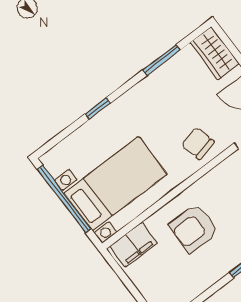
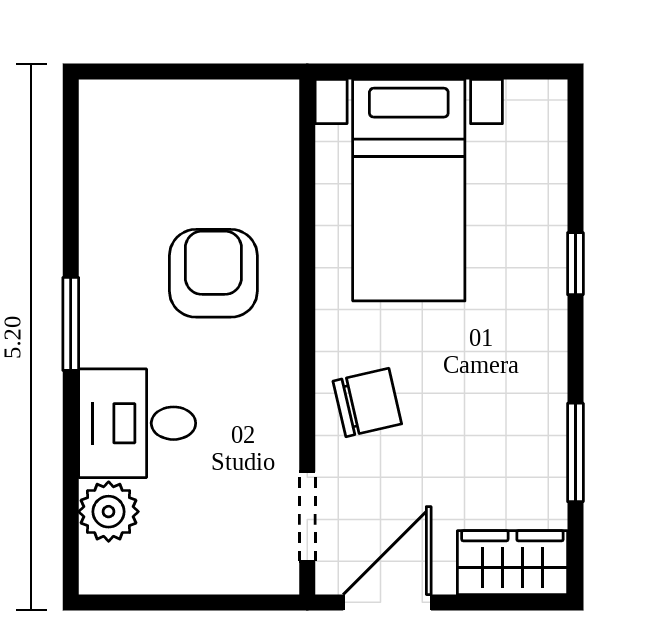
window: (64, 199) -> (453, 71), removed
filing cabinet: (134, 245) -> (268, 137), removed

